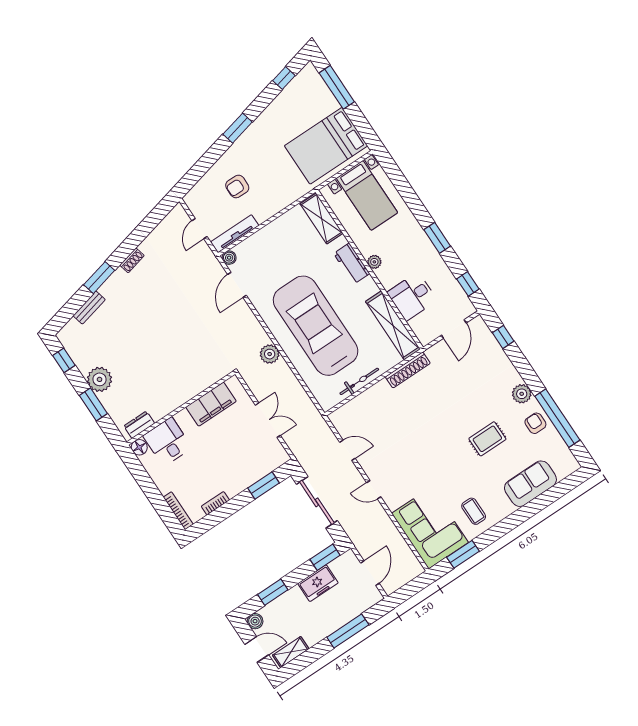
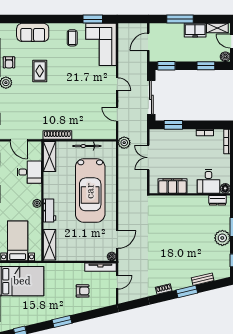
shelving: (393, 325) -> (49, 157), width x0.68
door: (454, 329) -> (19, 140), swing flipped
plant: (270, 354) -> (124, 143), moved
rug: (487, 439) -> (40, 71), turned 90
freezer: (318, 583) -> (195, 30), moved, turned 180

